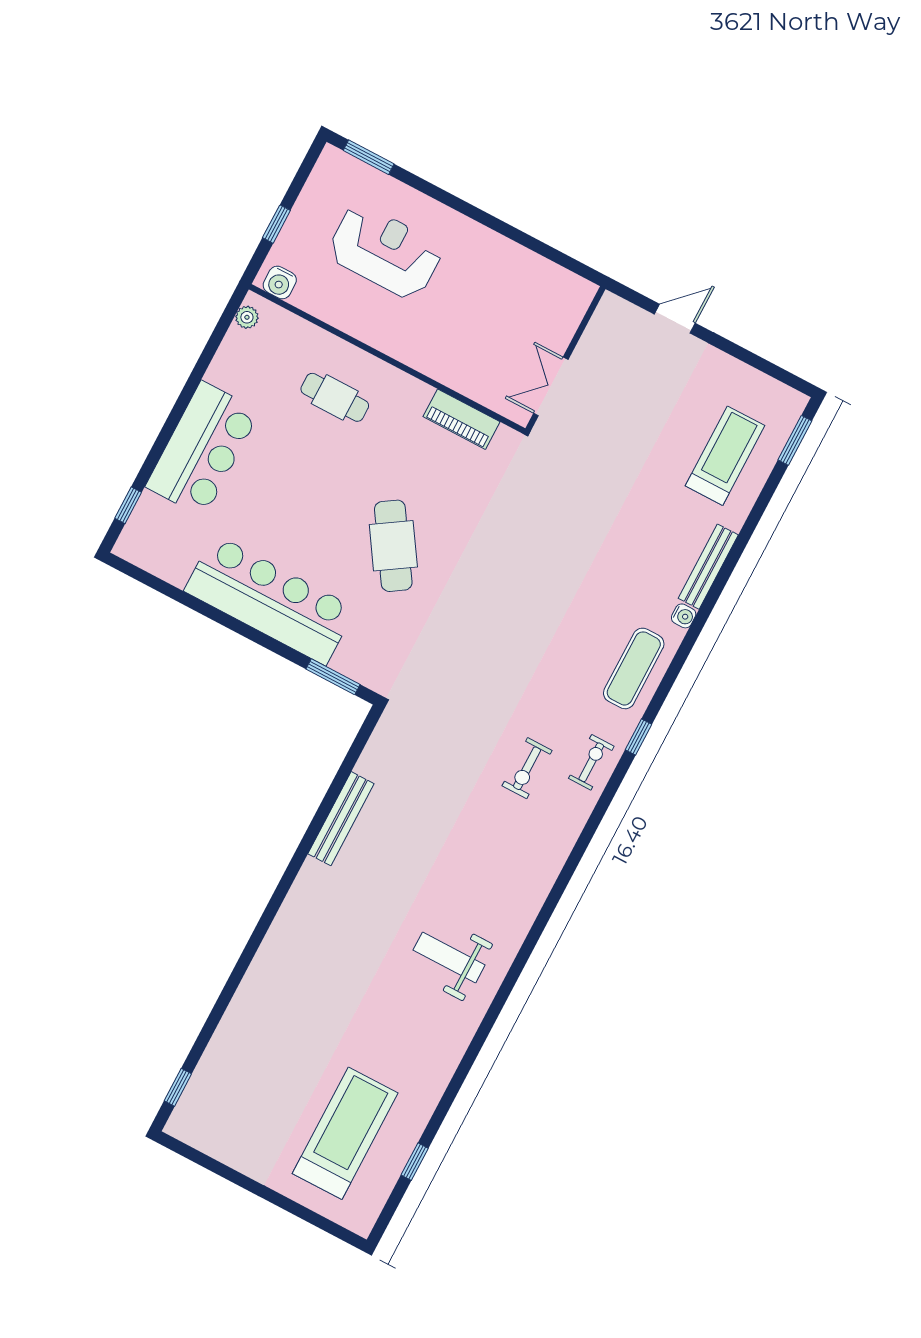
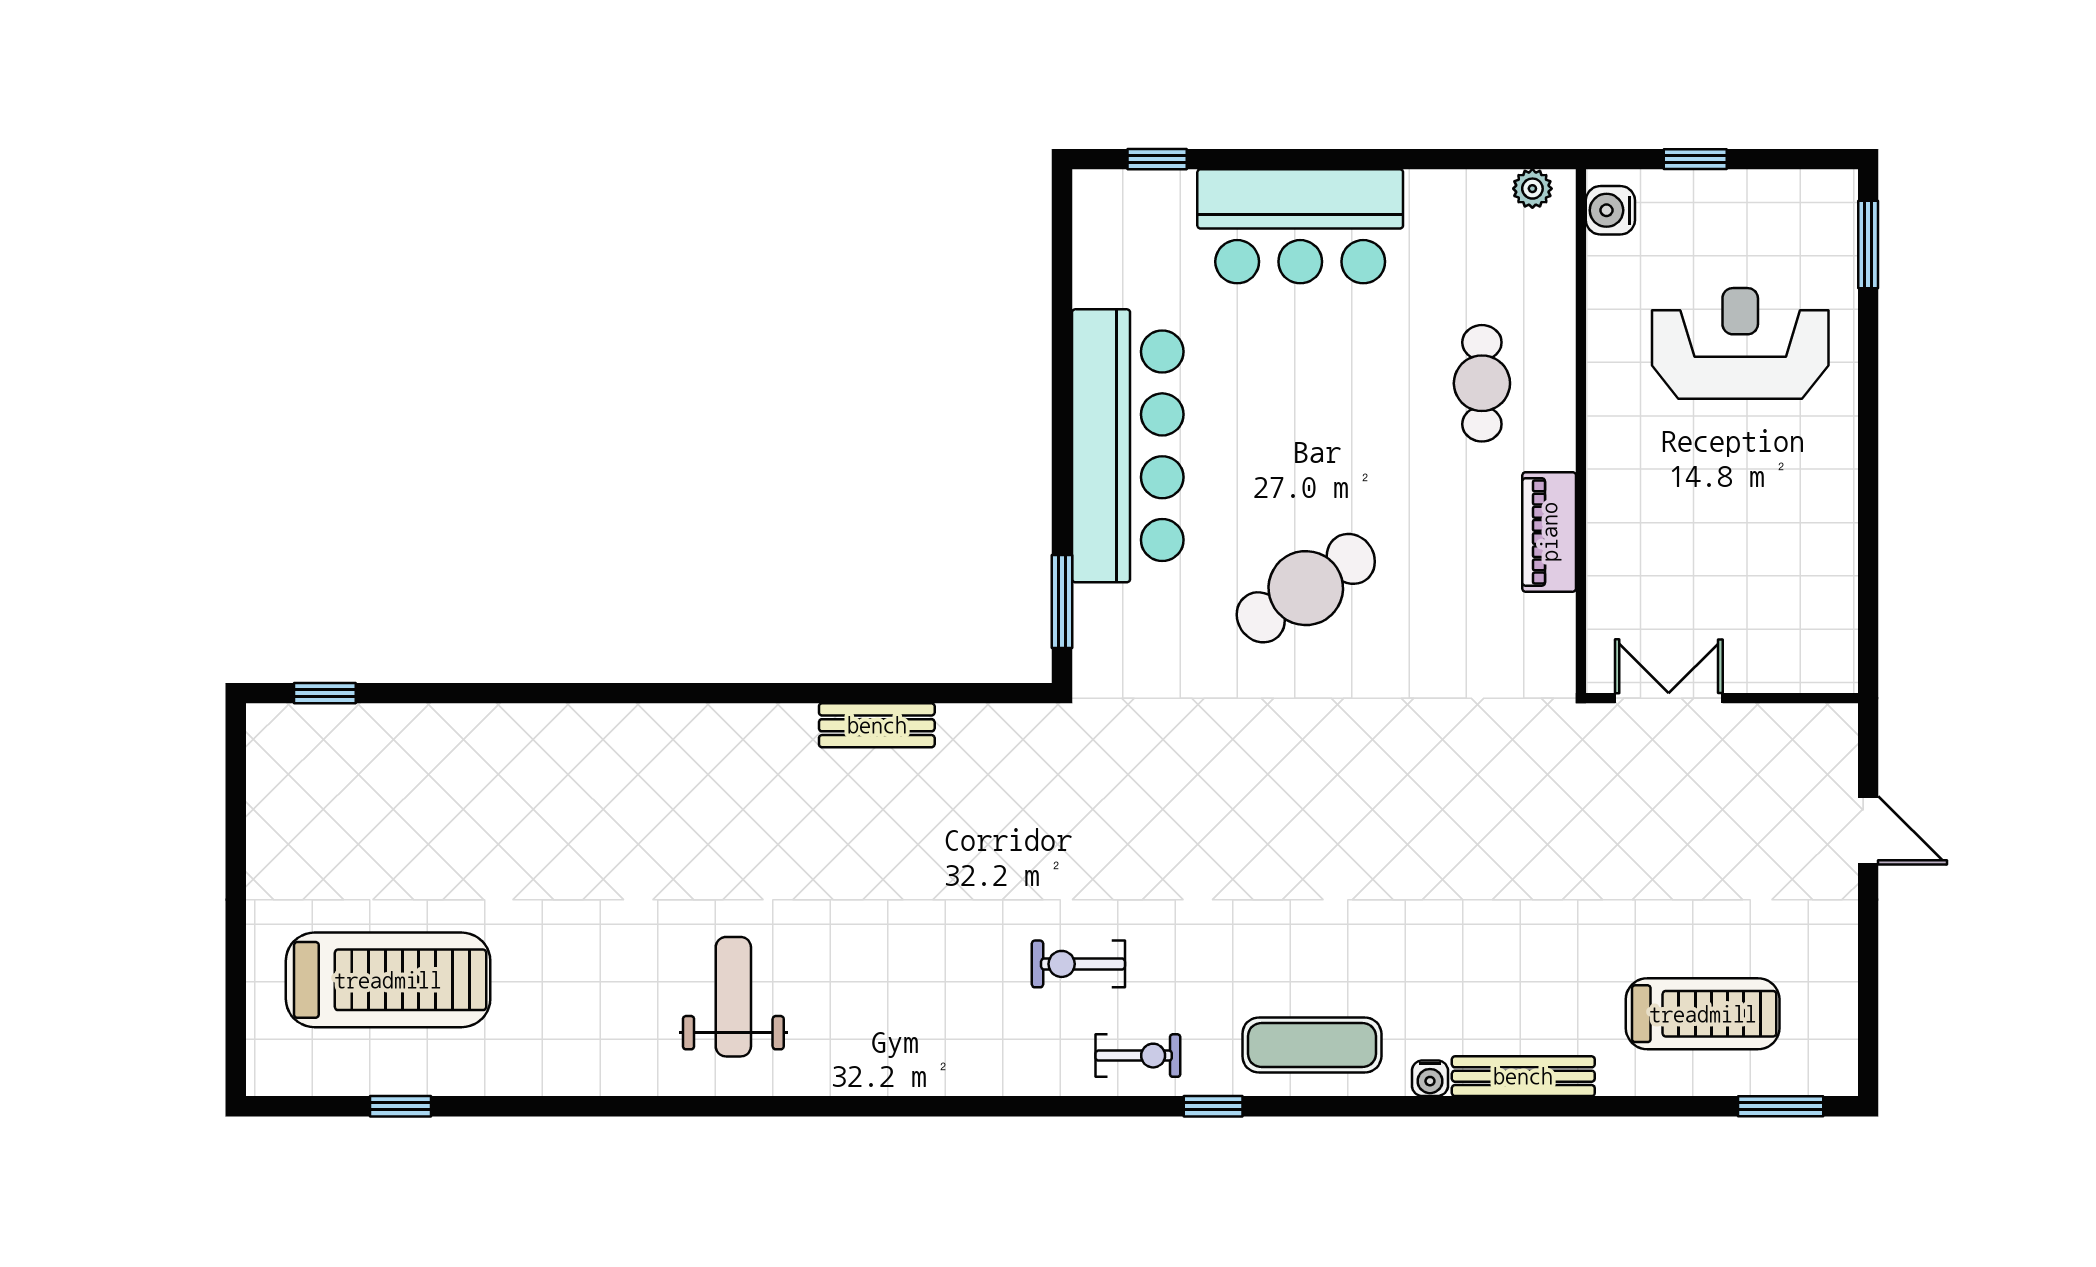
reception desk: (385, 251) -> (1740, 343), turned -90
piano: (461, 419) -> (1549, 532), moved
bench: (341, 819) -> (877, 725), width x0.73

